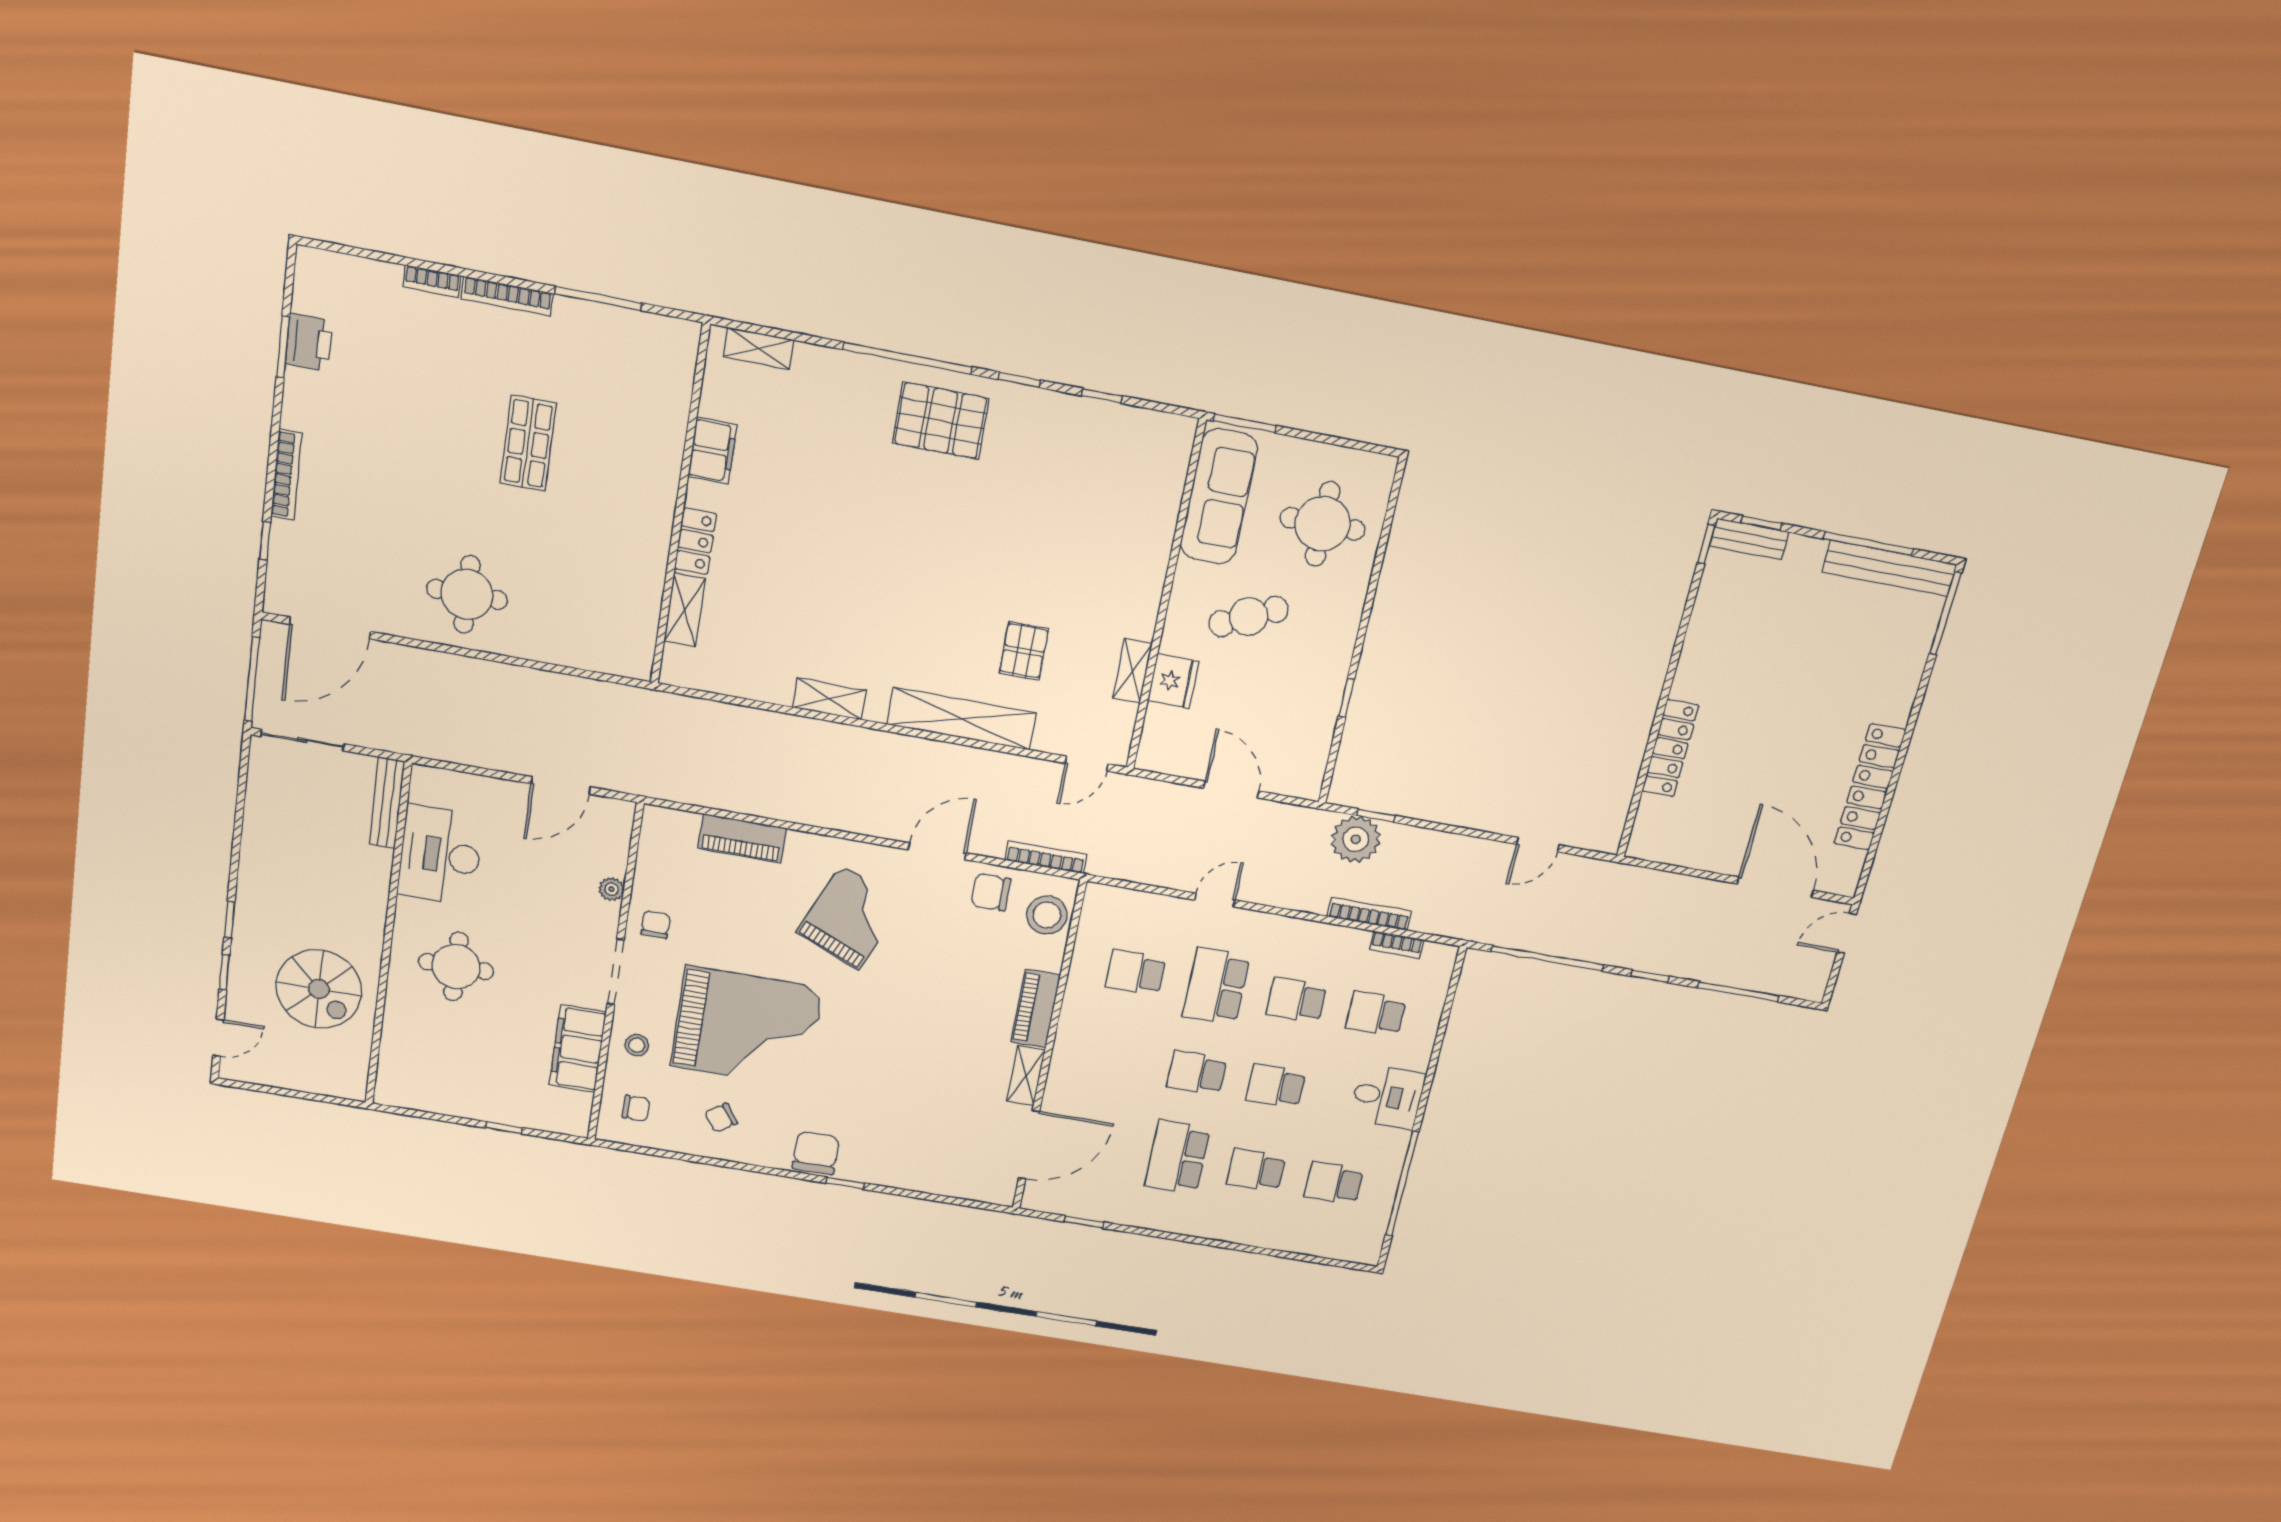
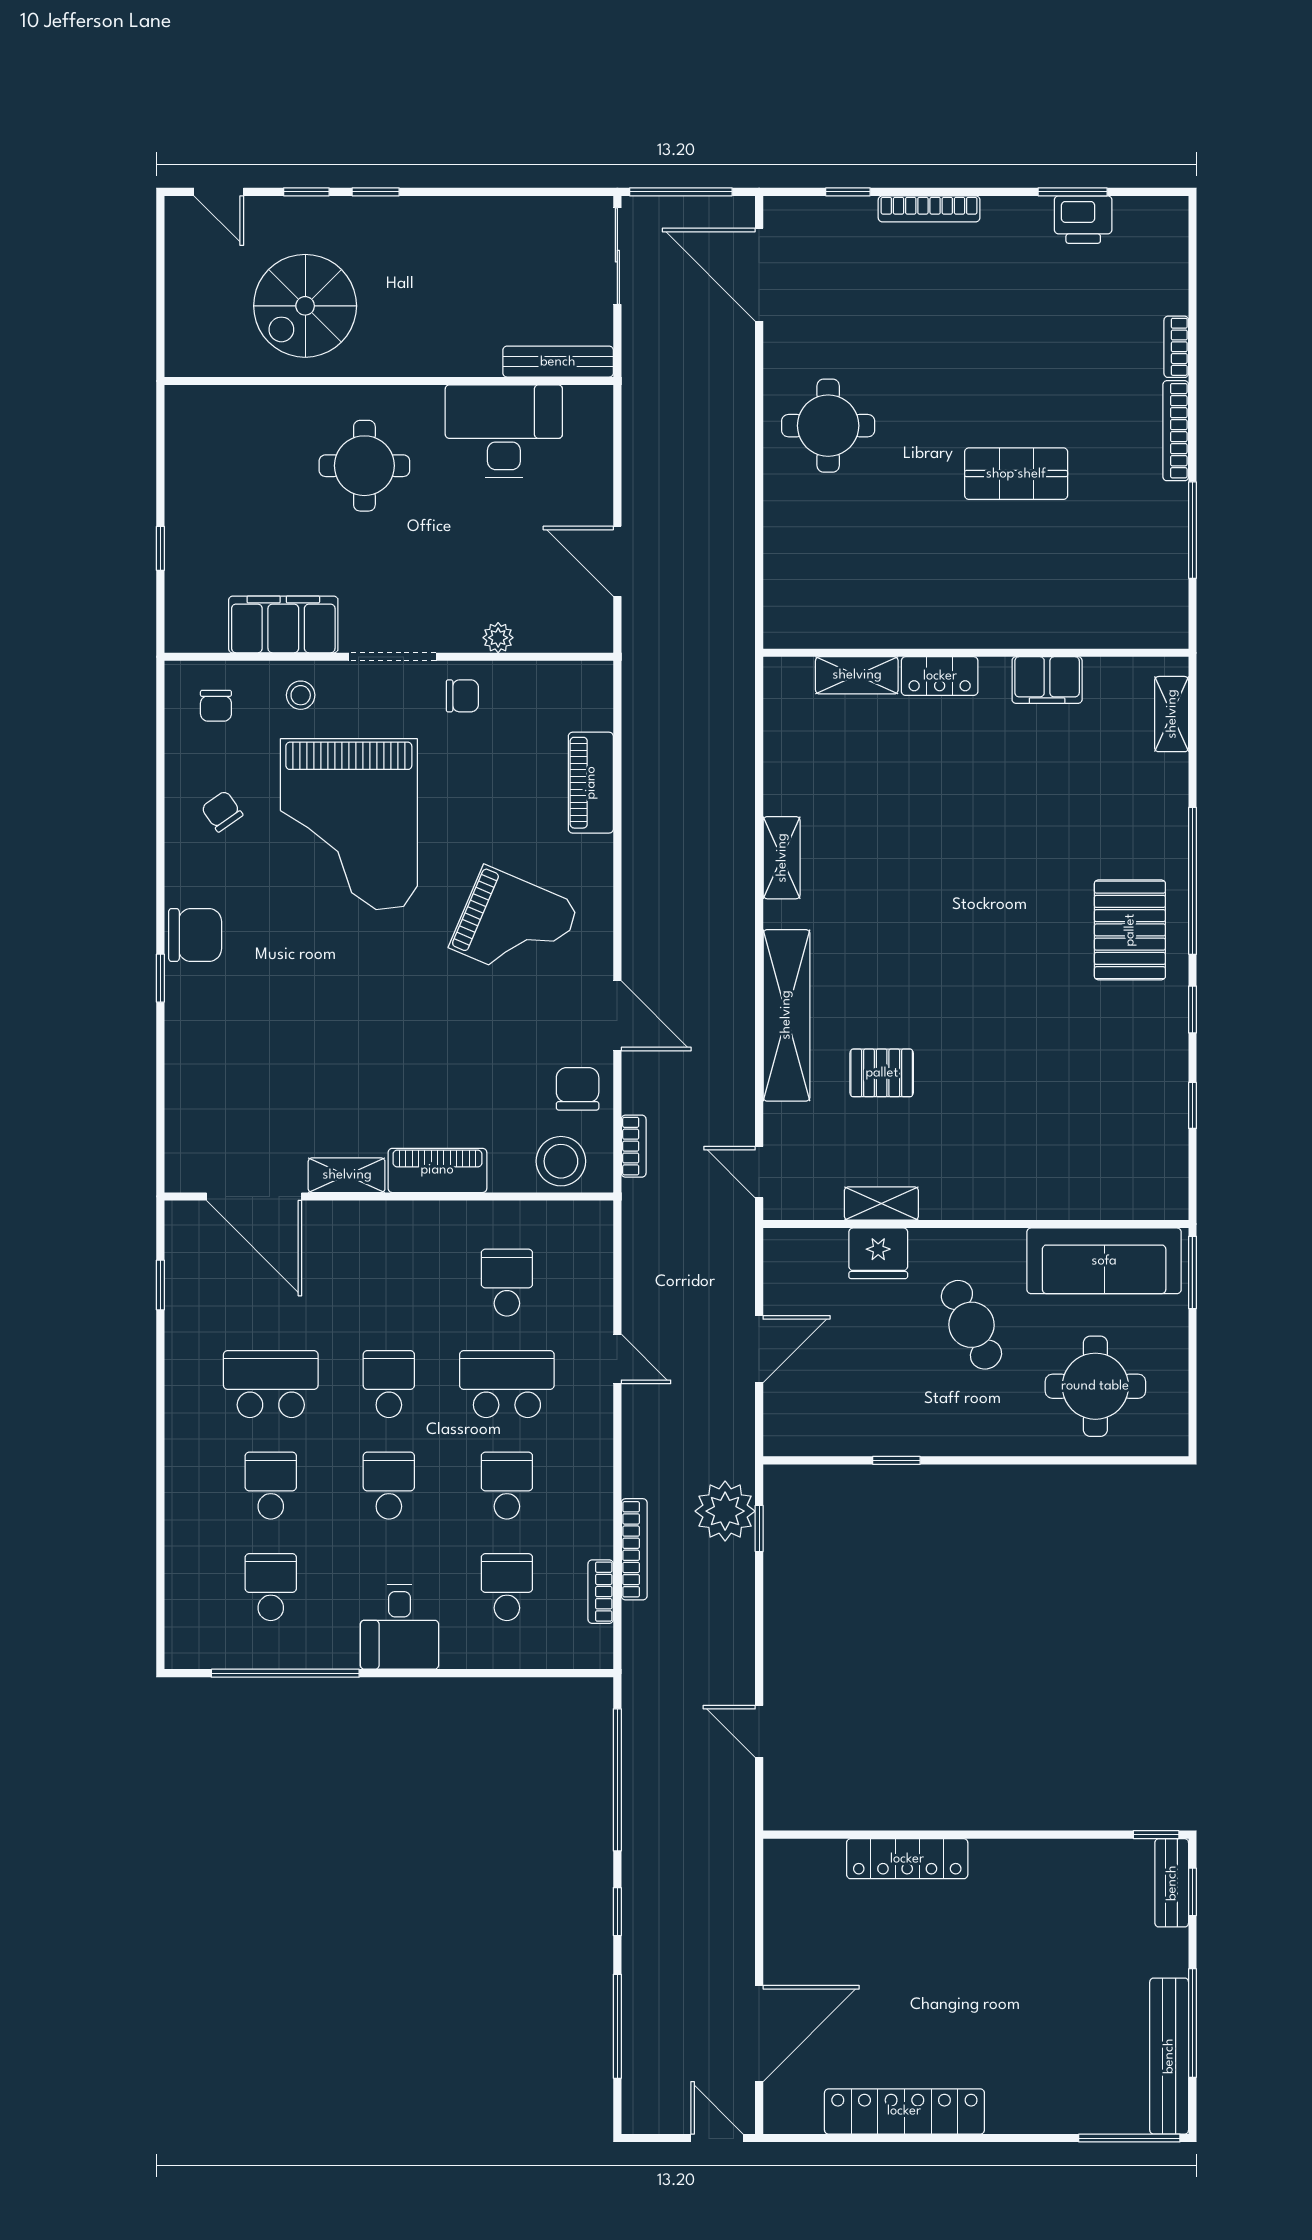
bookcase: (1046, 857) -> (634, 1146), width x0.64

